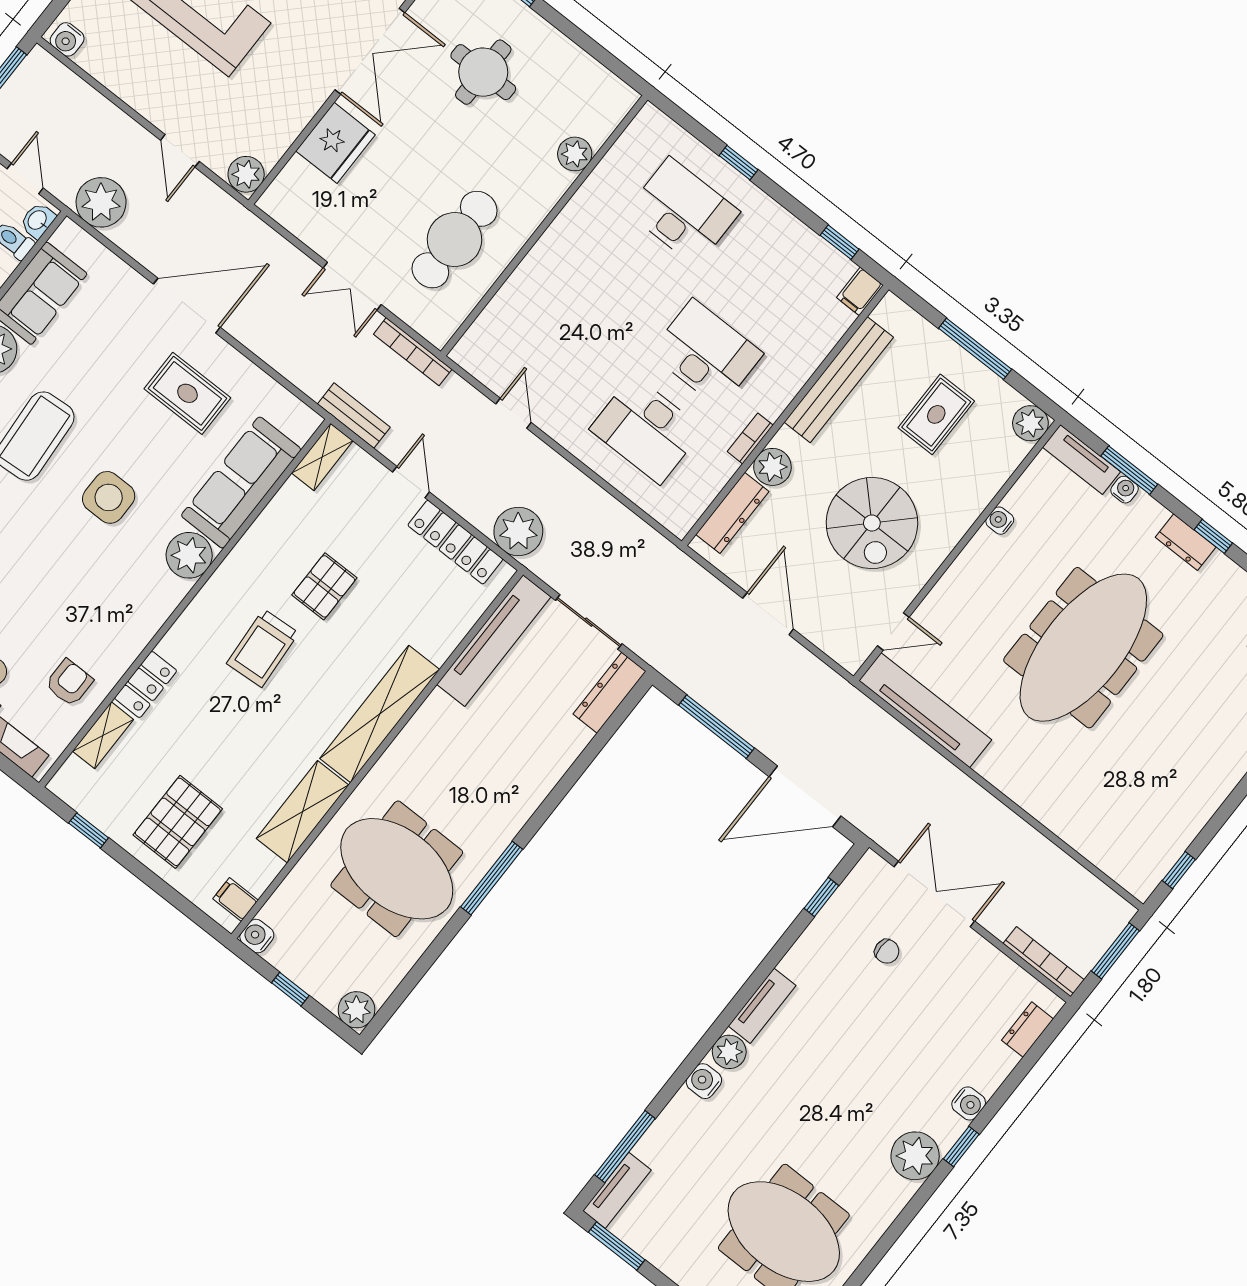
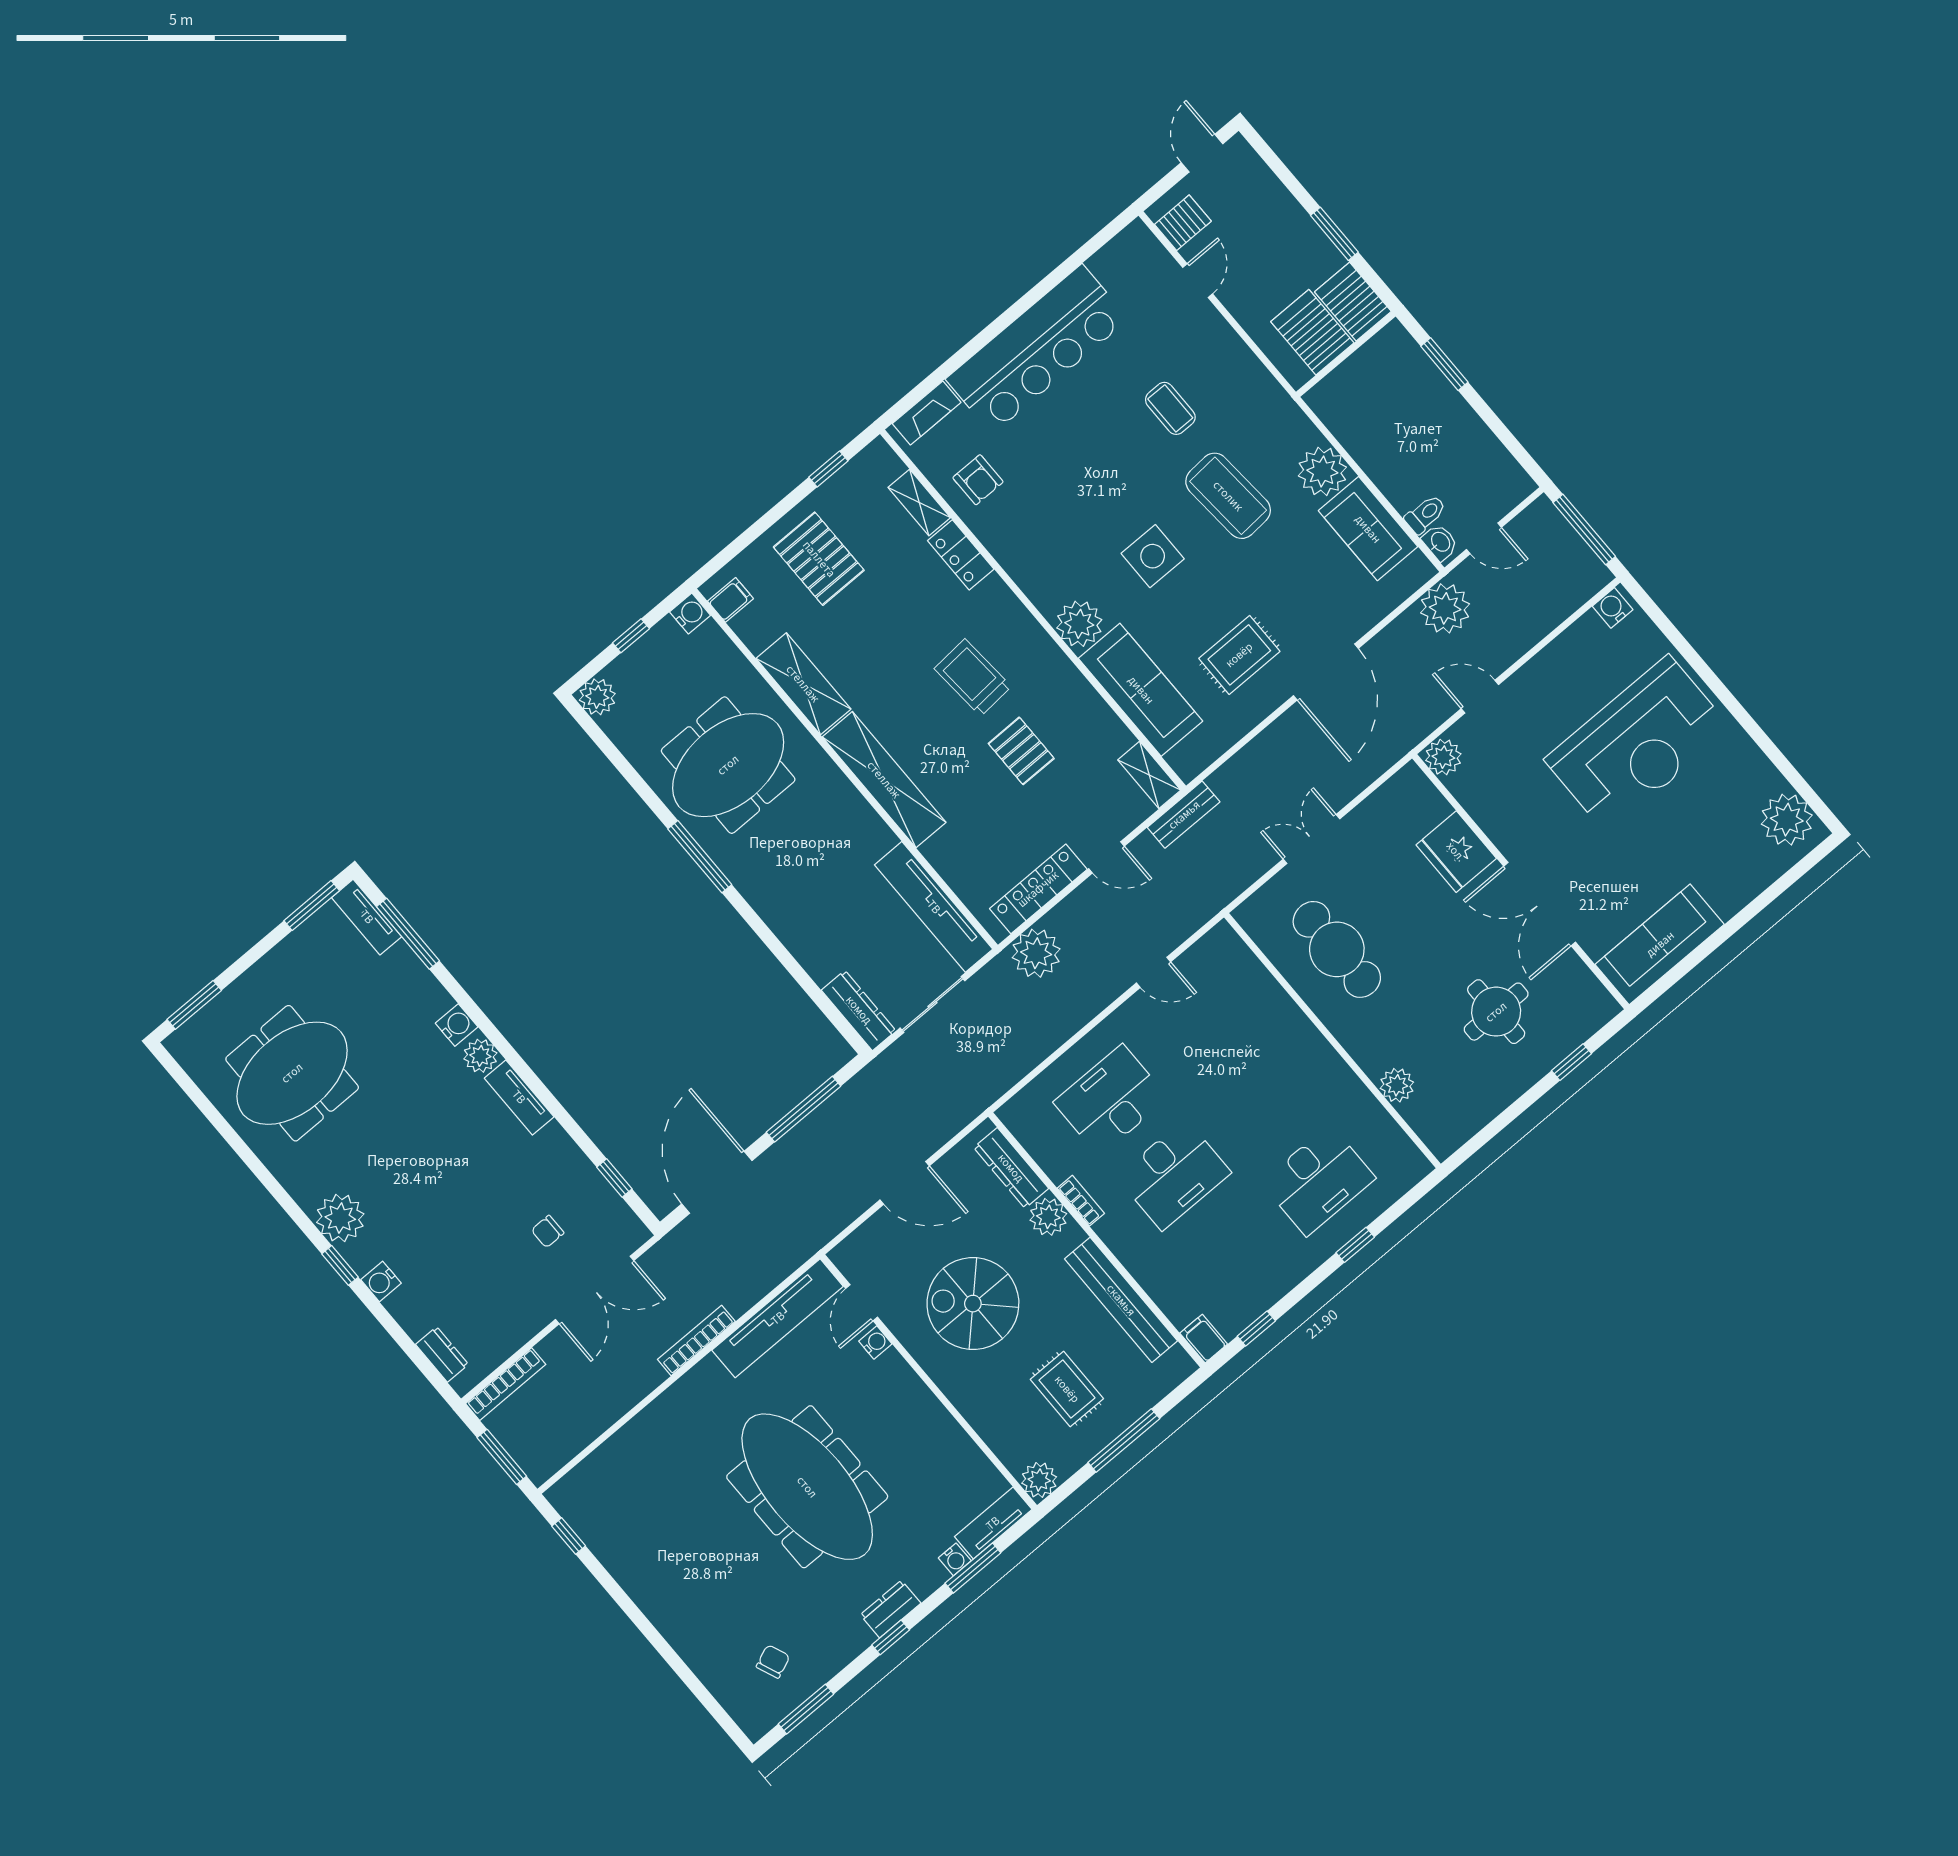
bookcase: (413, 352) -> (696, 1340), moved
water cooler: (1000, 521) -> (875, 1342), moved

